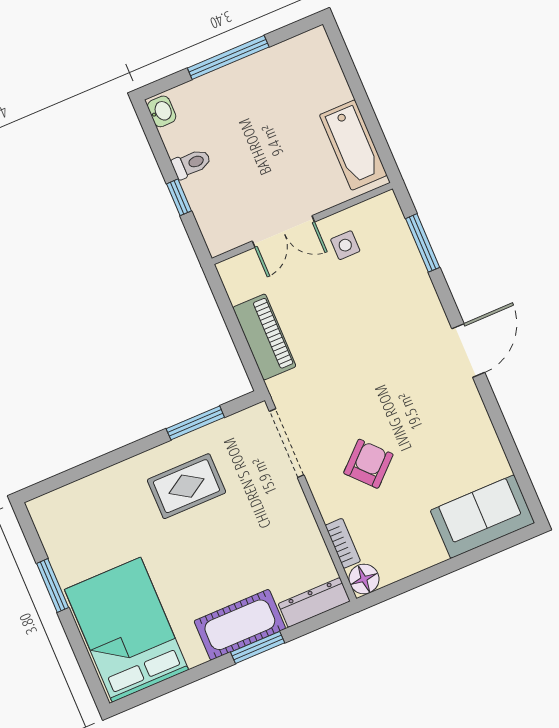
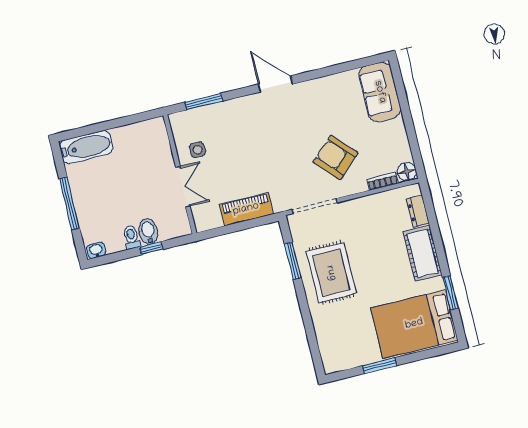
bathtub: (353, 145) -> (86, 147), moved
bidet: (204, 188) -> (148, 231), added
armchair: (368, 464) -> (336, 157), width x1.38, depth x1.38
rug: (186, 486) -> (331, 273), width x1.36, depth x1.43
dresser: (314, 603) -> (418, 211), width x0.70
window: (258, 647) -> (450, 293), moved

